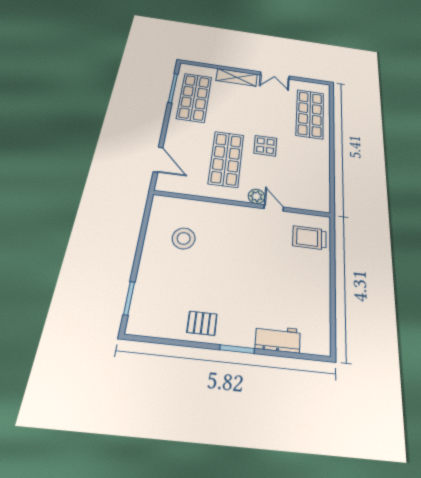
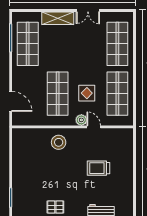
display table: (265, 146) -> (87, 93), moved
shop shelf: (309, 170) -> (117, 94), added
stool: (184, 238) -> (59, 142), moved
trolley: (309, 238) -> (98, 168), moved

